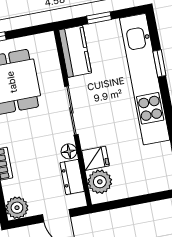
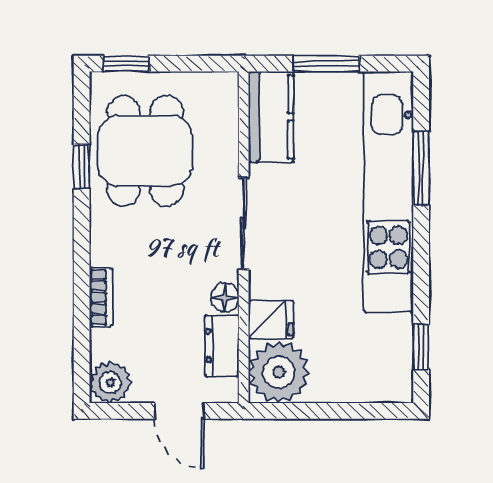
window: (99, 18) -> (326, 64), width x1.50
window: (159, 63) -> (421, 168), width x1.50
plant: (100, 182) -> (279, 372), width x1.36, depth x1.36

